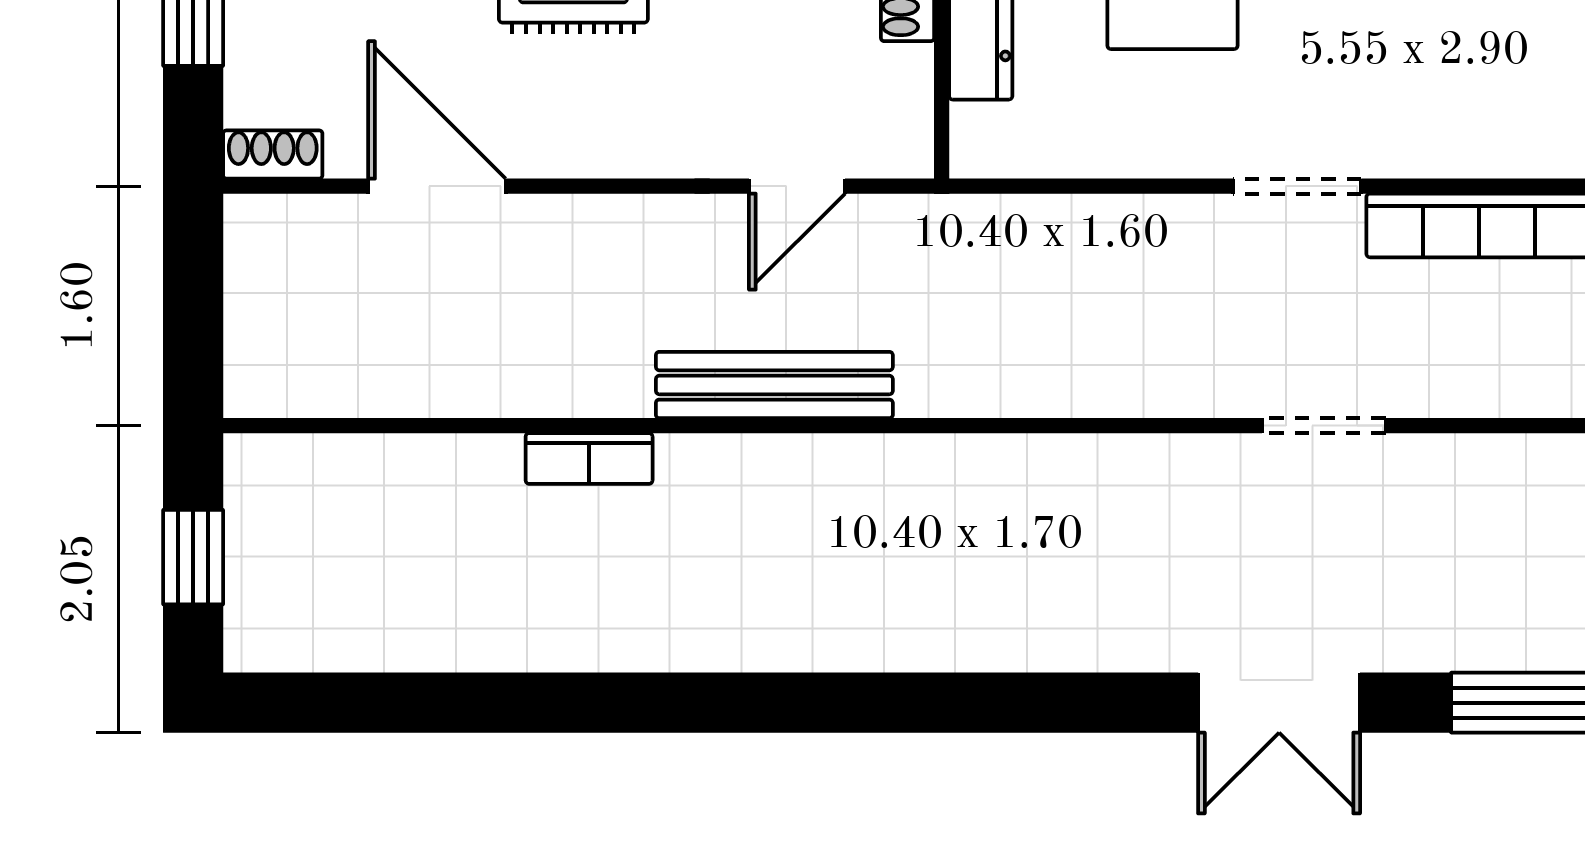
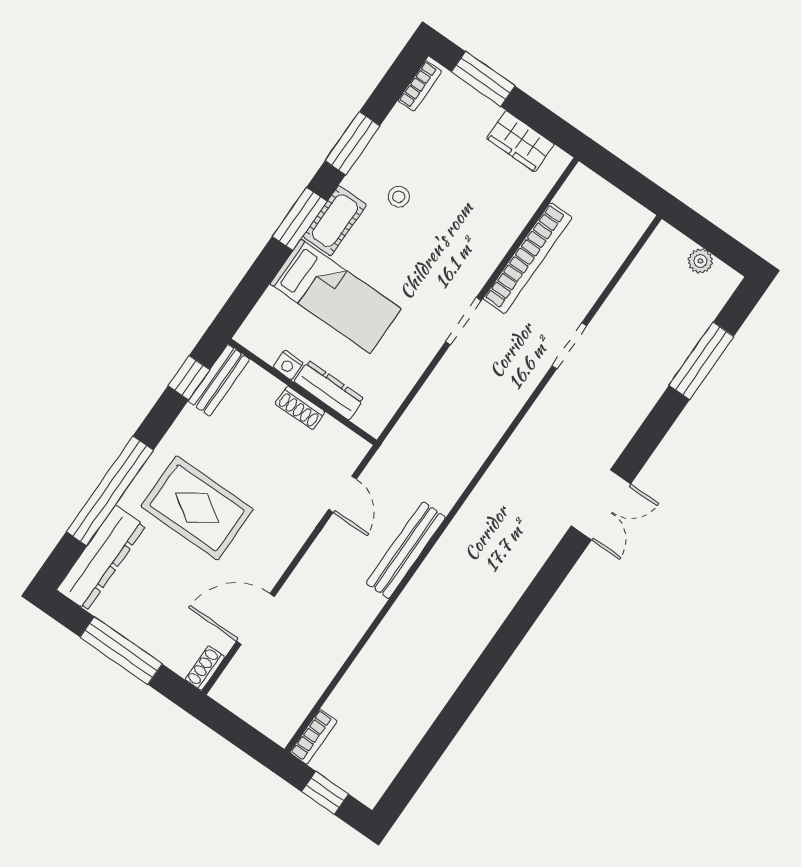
doorway: (1324, 426) -> (569, 346), moved
bookcase: (589, 459) -> (313, 737), moved
double door: (1279, 703) -> (601, 505), moved

